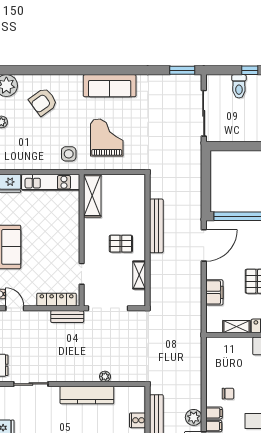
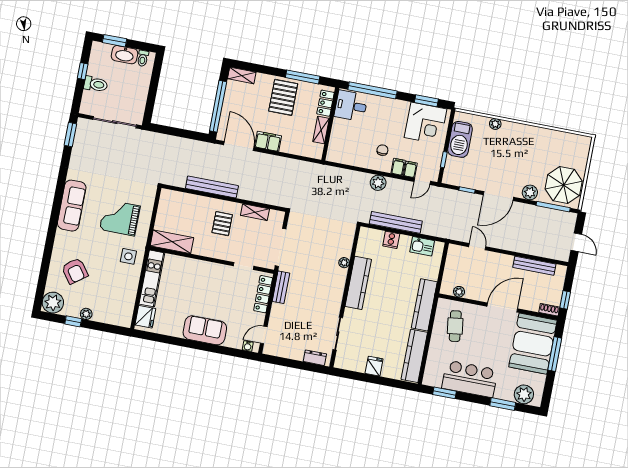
filing cabinet: (214, 292) -> (268, 141), moved
plant: (194, 417) -> (378, 183), moved

